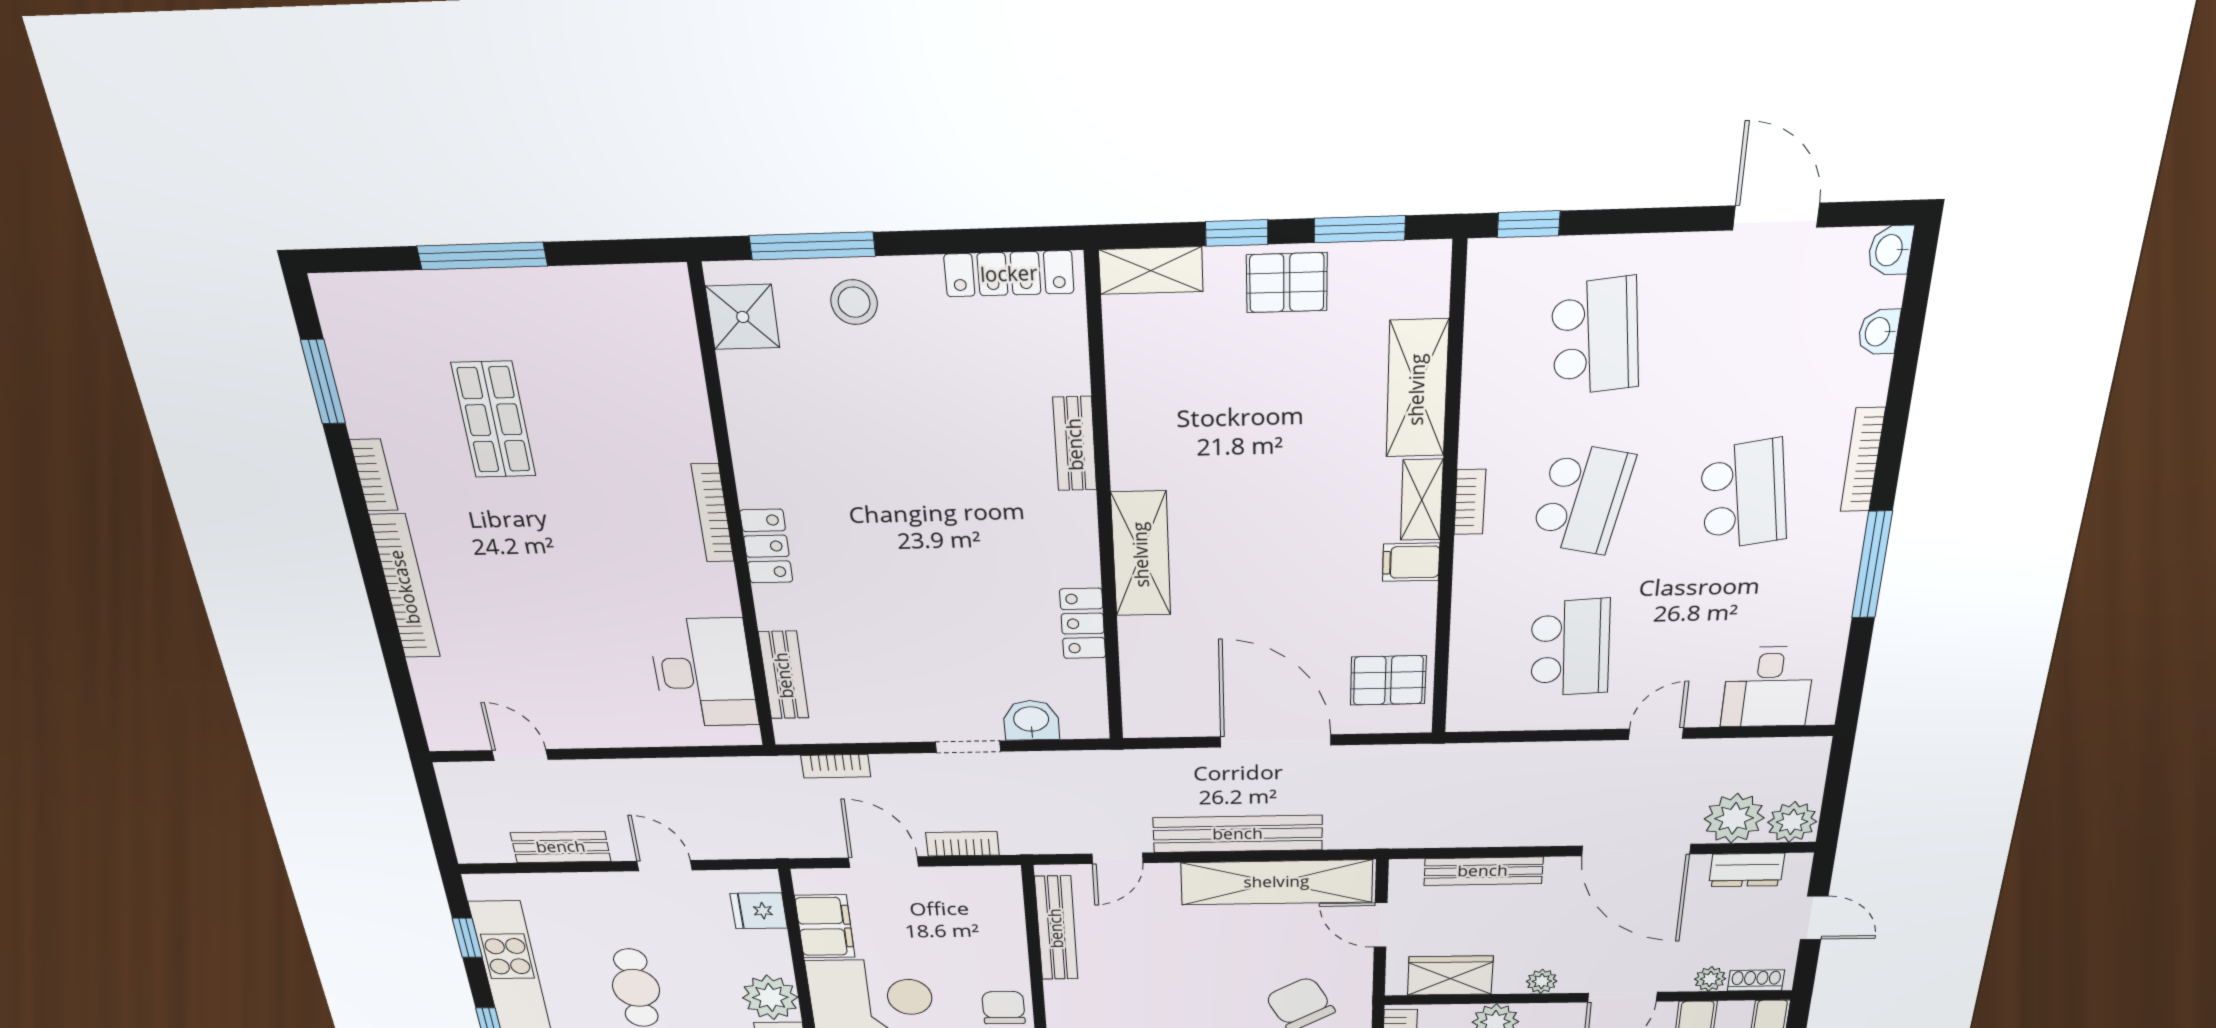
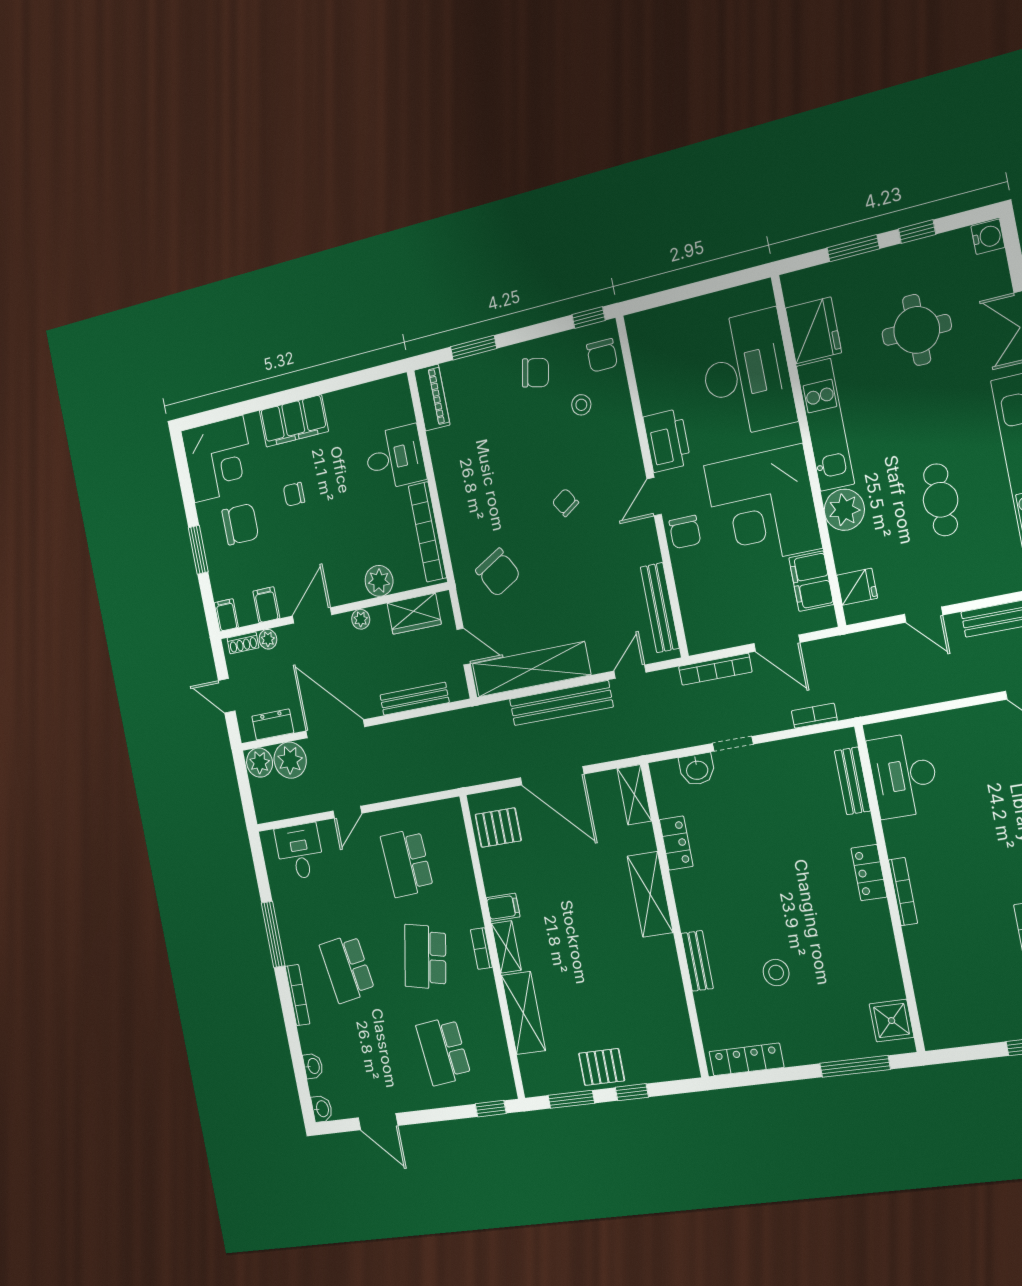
shelving: (1151, 271) -> (634, 795), moved, turned 90
stool: (854, 302) -> (776, 973), moved
bookcase: (962, 844) -> (715, 669), width x1.56

